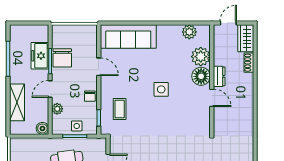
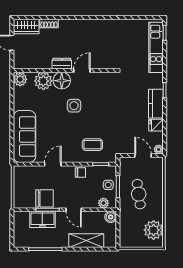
plant: (201, 57) -> (43, 81), moved
floor lamp: (201, 76) -> (62, 81), moved
dresser: (219, 76) -> (62, 64), moved
wall: (212, 80) -> (65, 71), moved
door: (212, 98) -> (82, 71), moved
plant: (57, 109) -> (103, 203), moved

